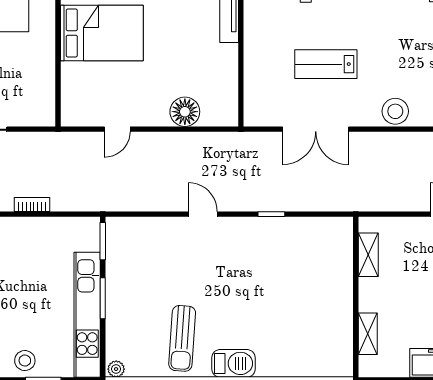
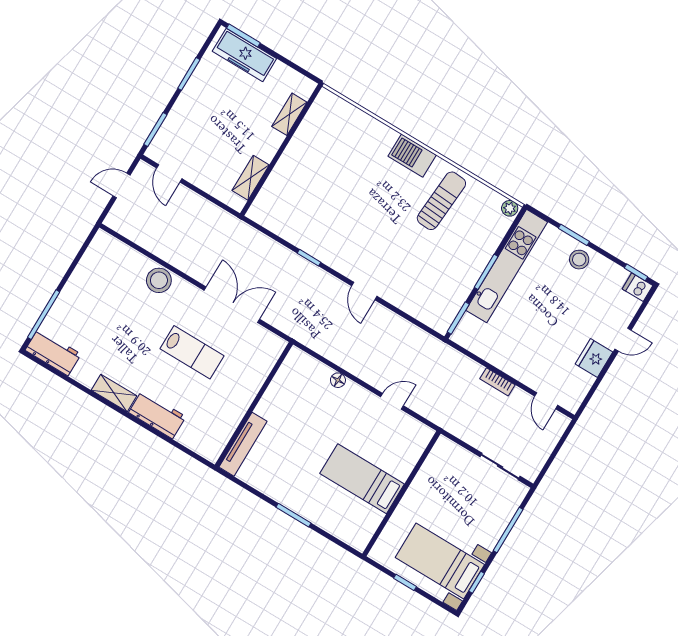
bed: (102, 33) -> (362, 479), width x0.67
floor lamp: (185, 112) -> (338, 380), width x0.53, depth x0.53

